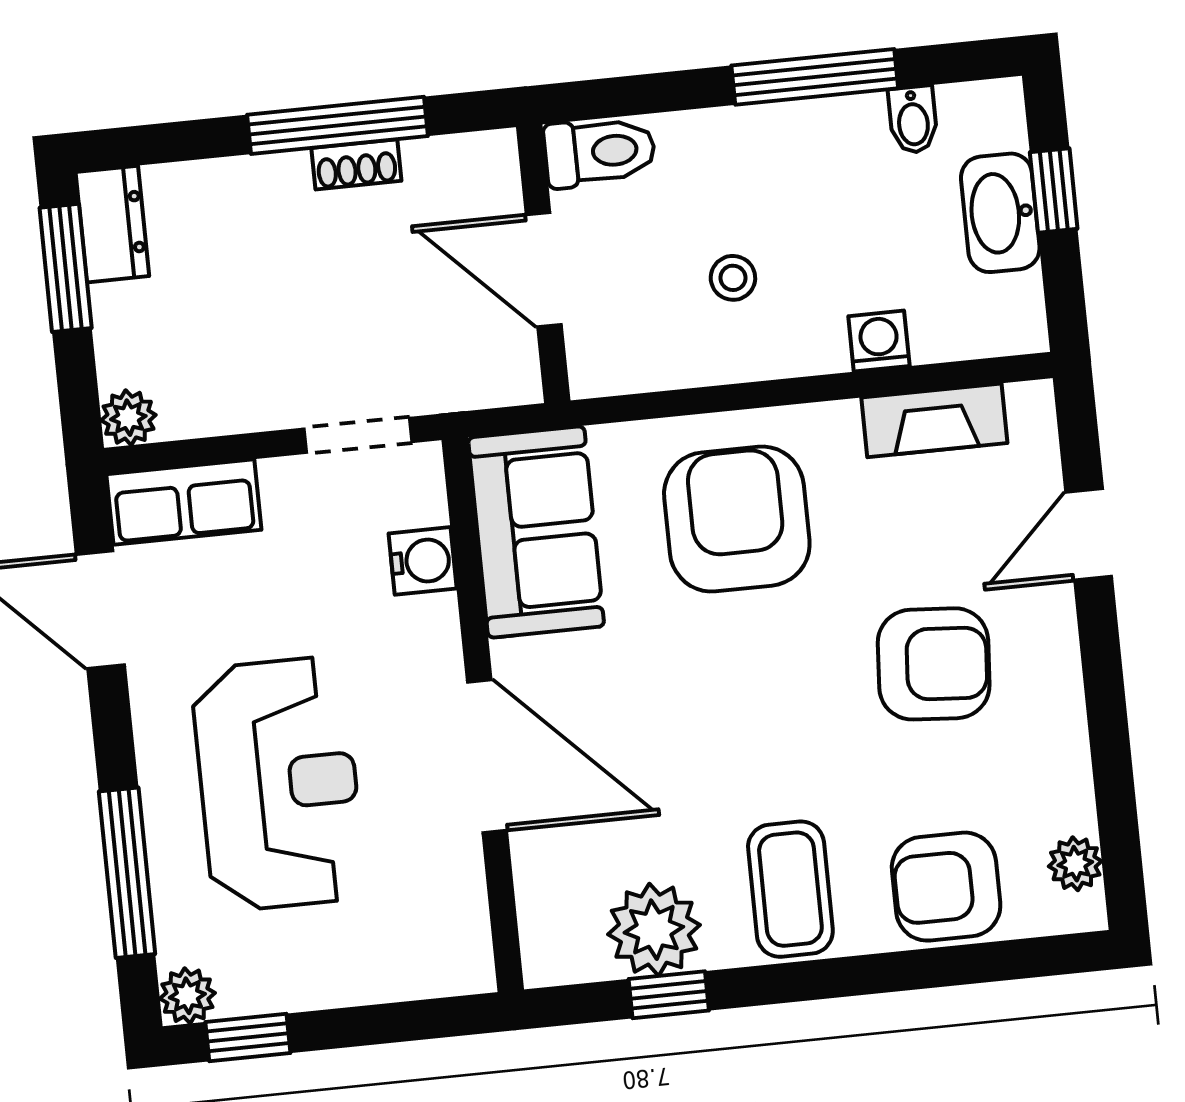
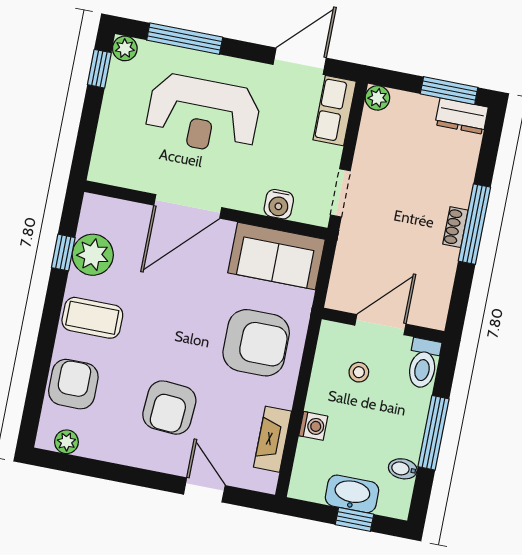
toilet: (600, 152) -> (423, 363), moved
wall: (543, 264) -> (383, 325), moved
door: (544, 270) -> (380, 325), moved

